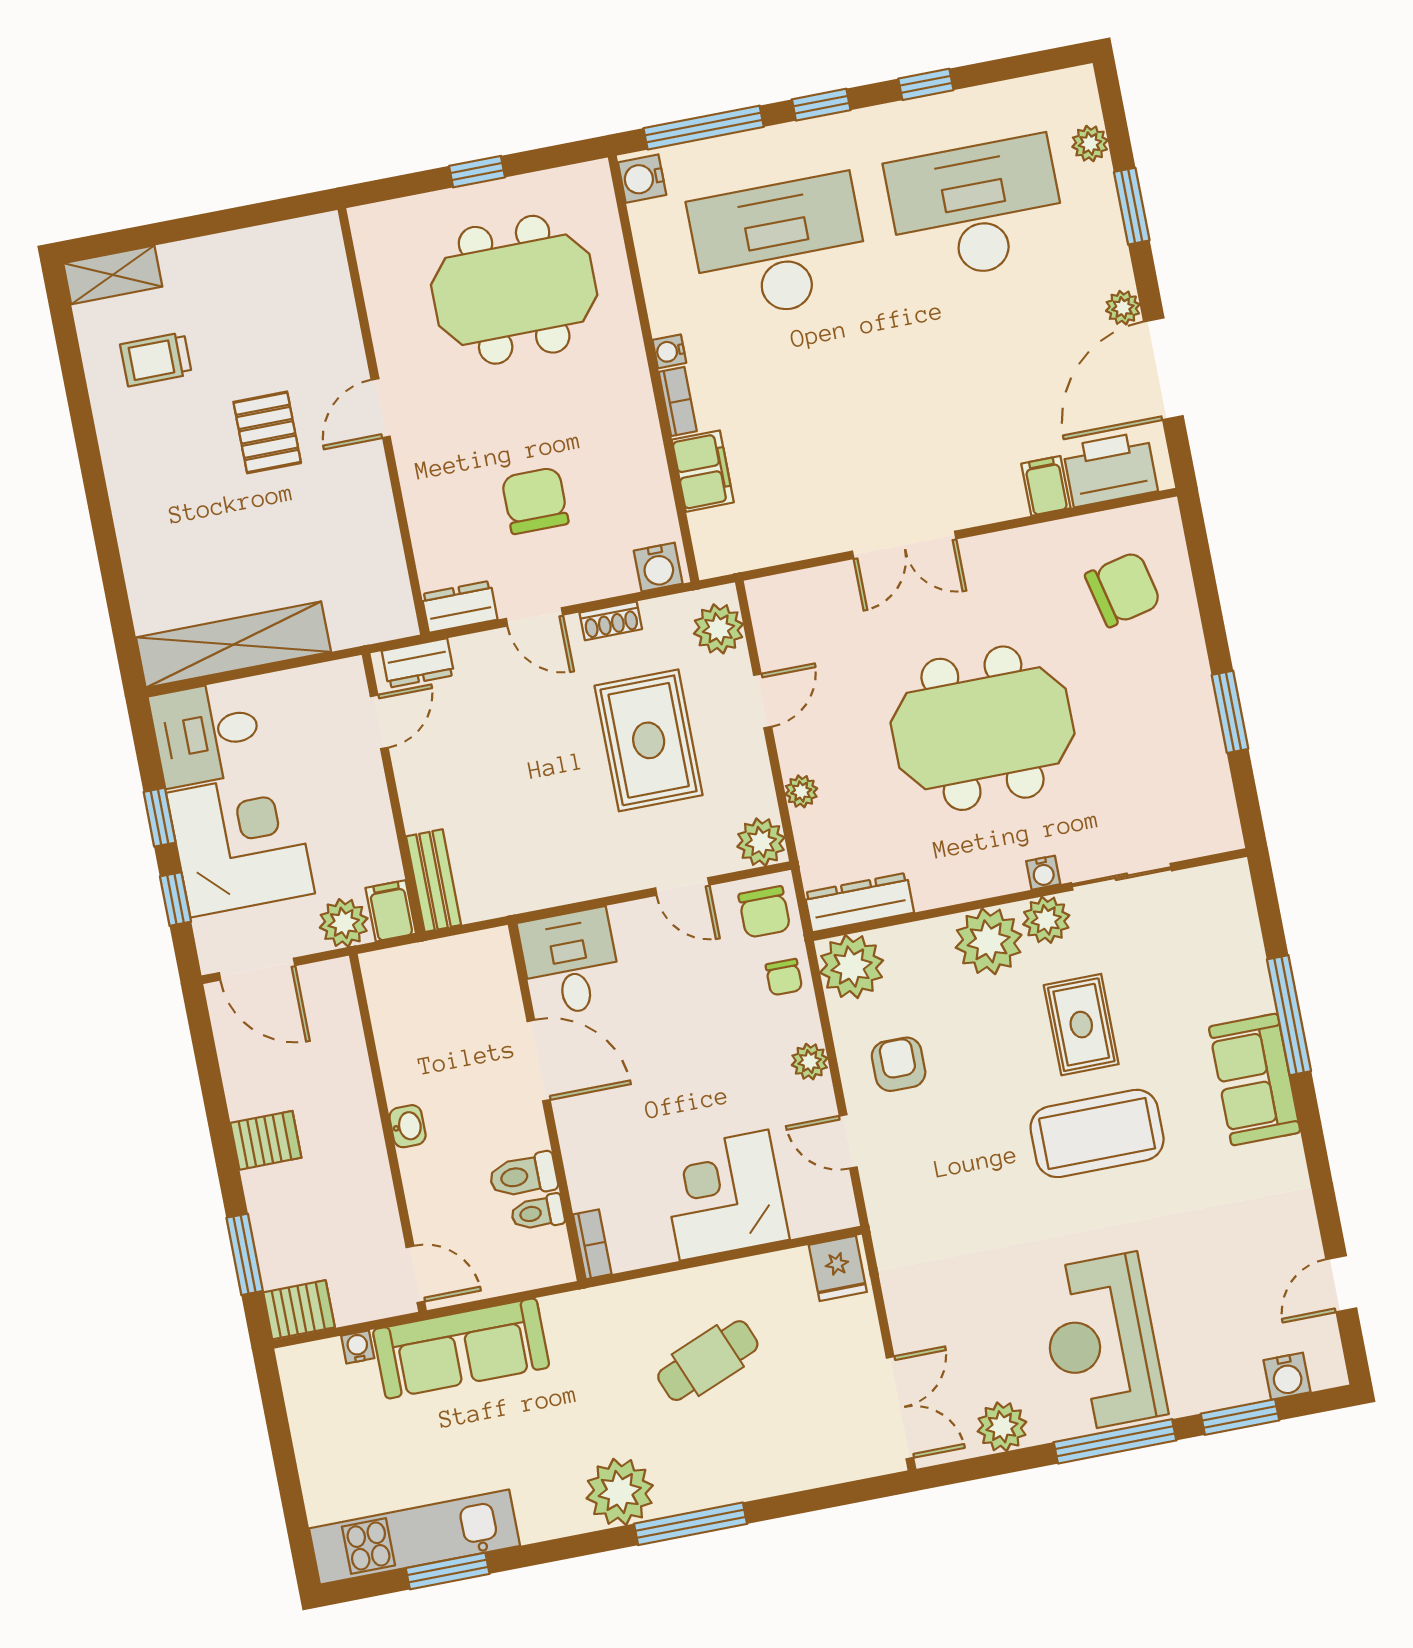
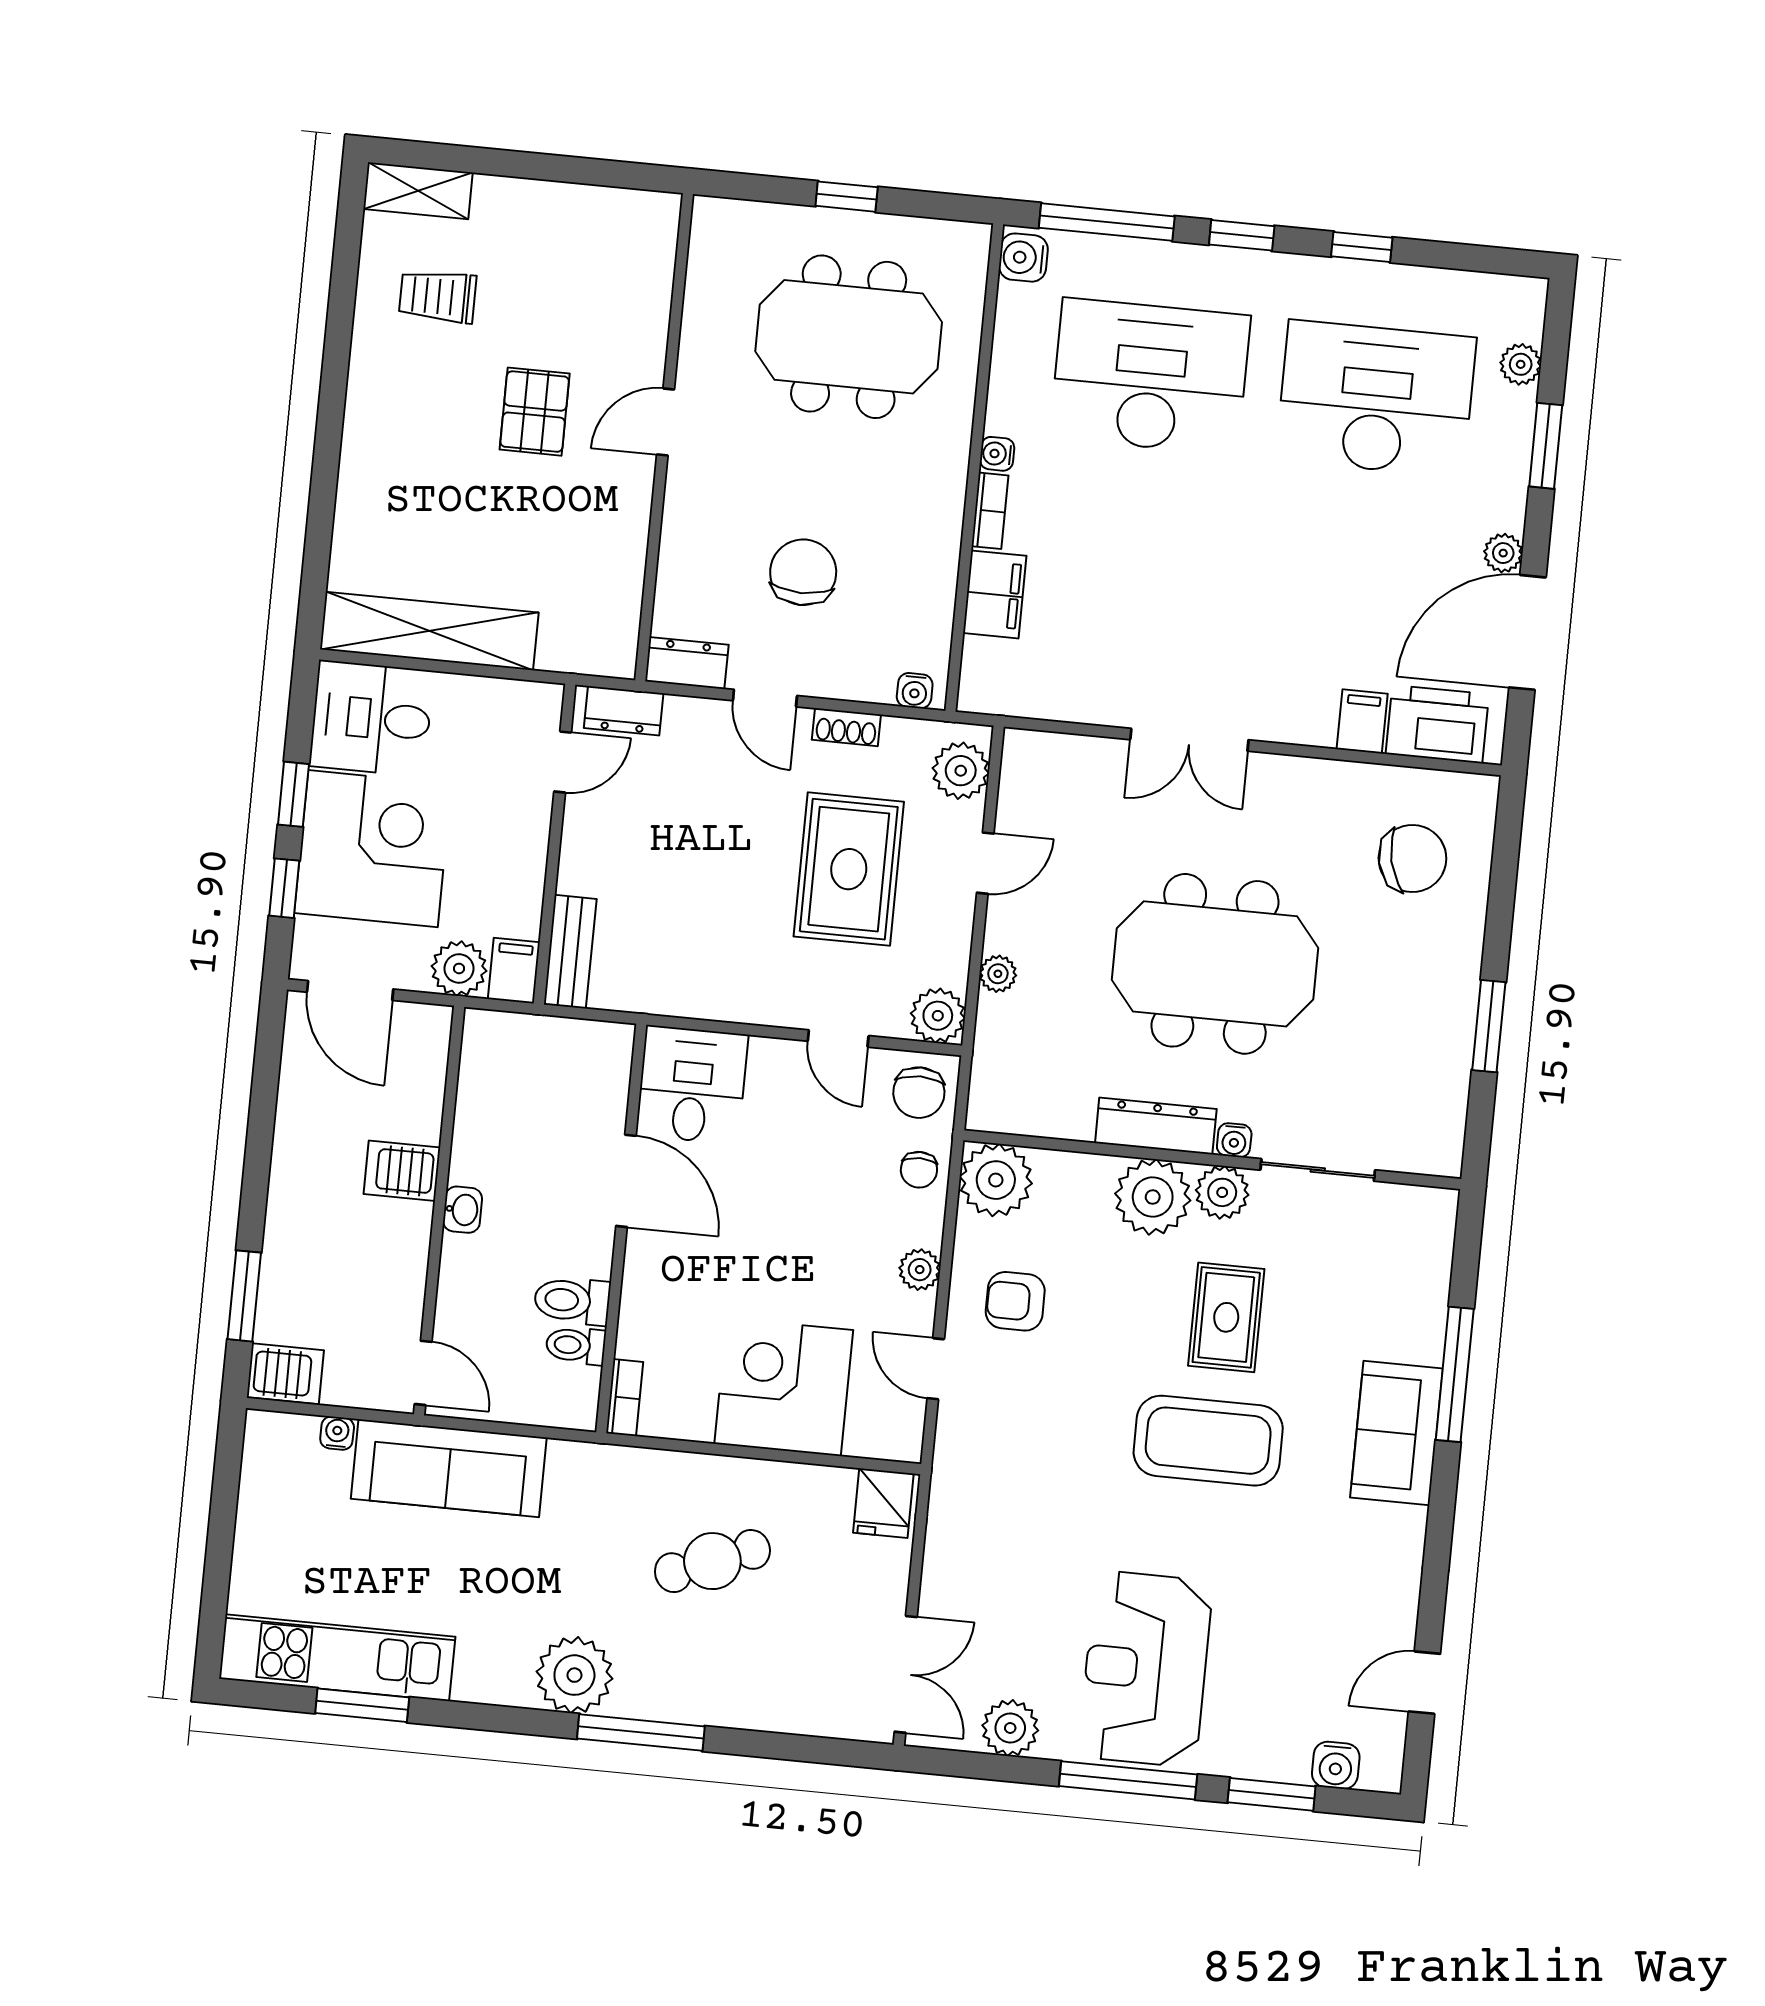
water cooler: (658, 567) -> (915, 691), width x0.72, depth x0.72
dresser: (859, 903) -> (1156, 1126), moved
armchair: (899, 1064) -> (1015, 1301), turned -90
server rack: (266, 1140) -> (402, 1171), moved, turned 180

